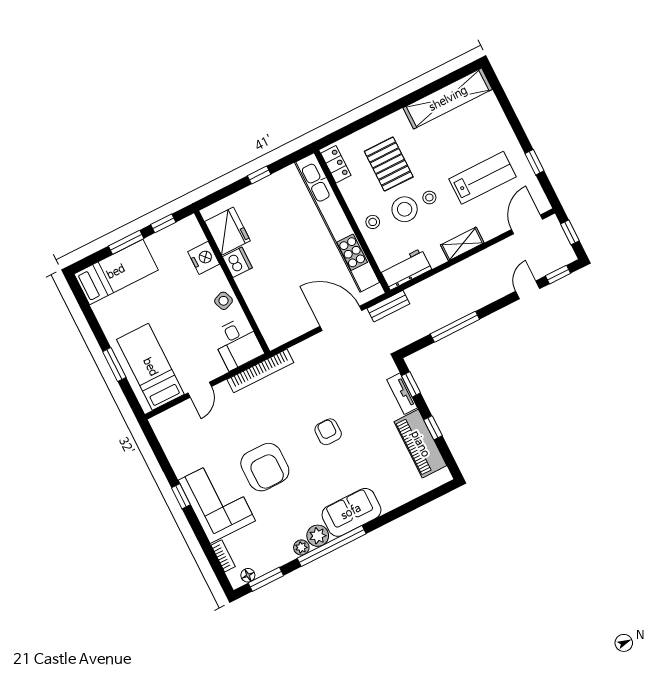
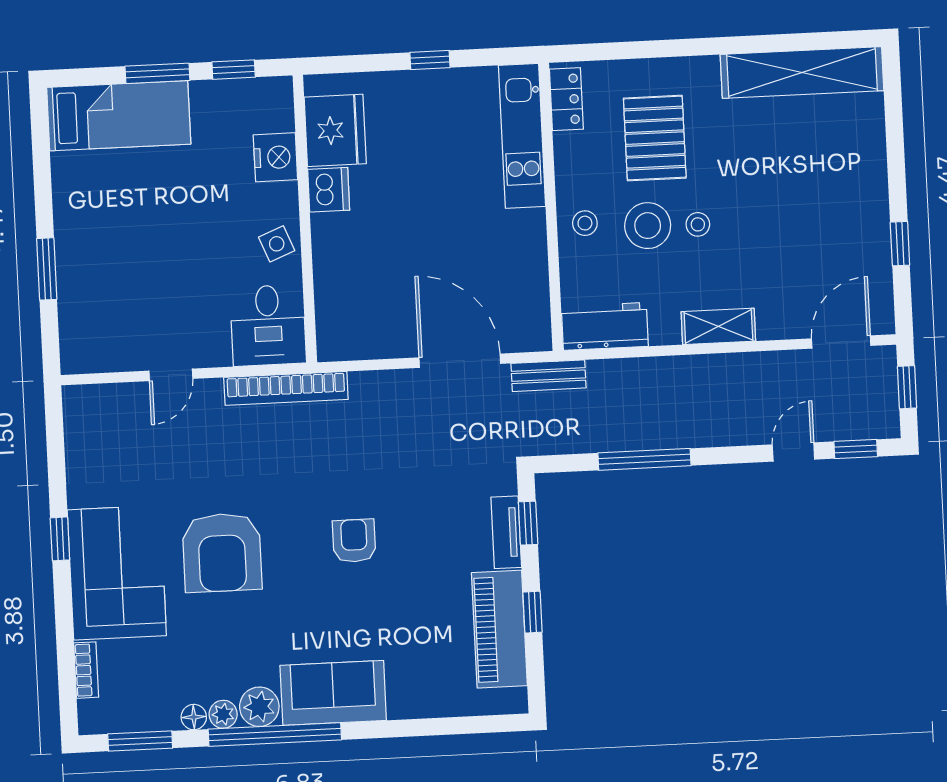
lab bench: (482, 178) -> (801, 231), removed
kitchen unit: (337, 222) -> (522, 136), width x0.54
bed: (150, 367) -> (105, 300), removed
floor lamp: (248, 575) -> (194, 717), moved

